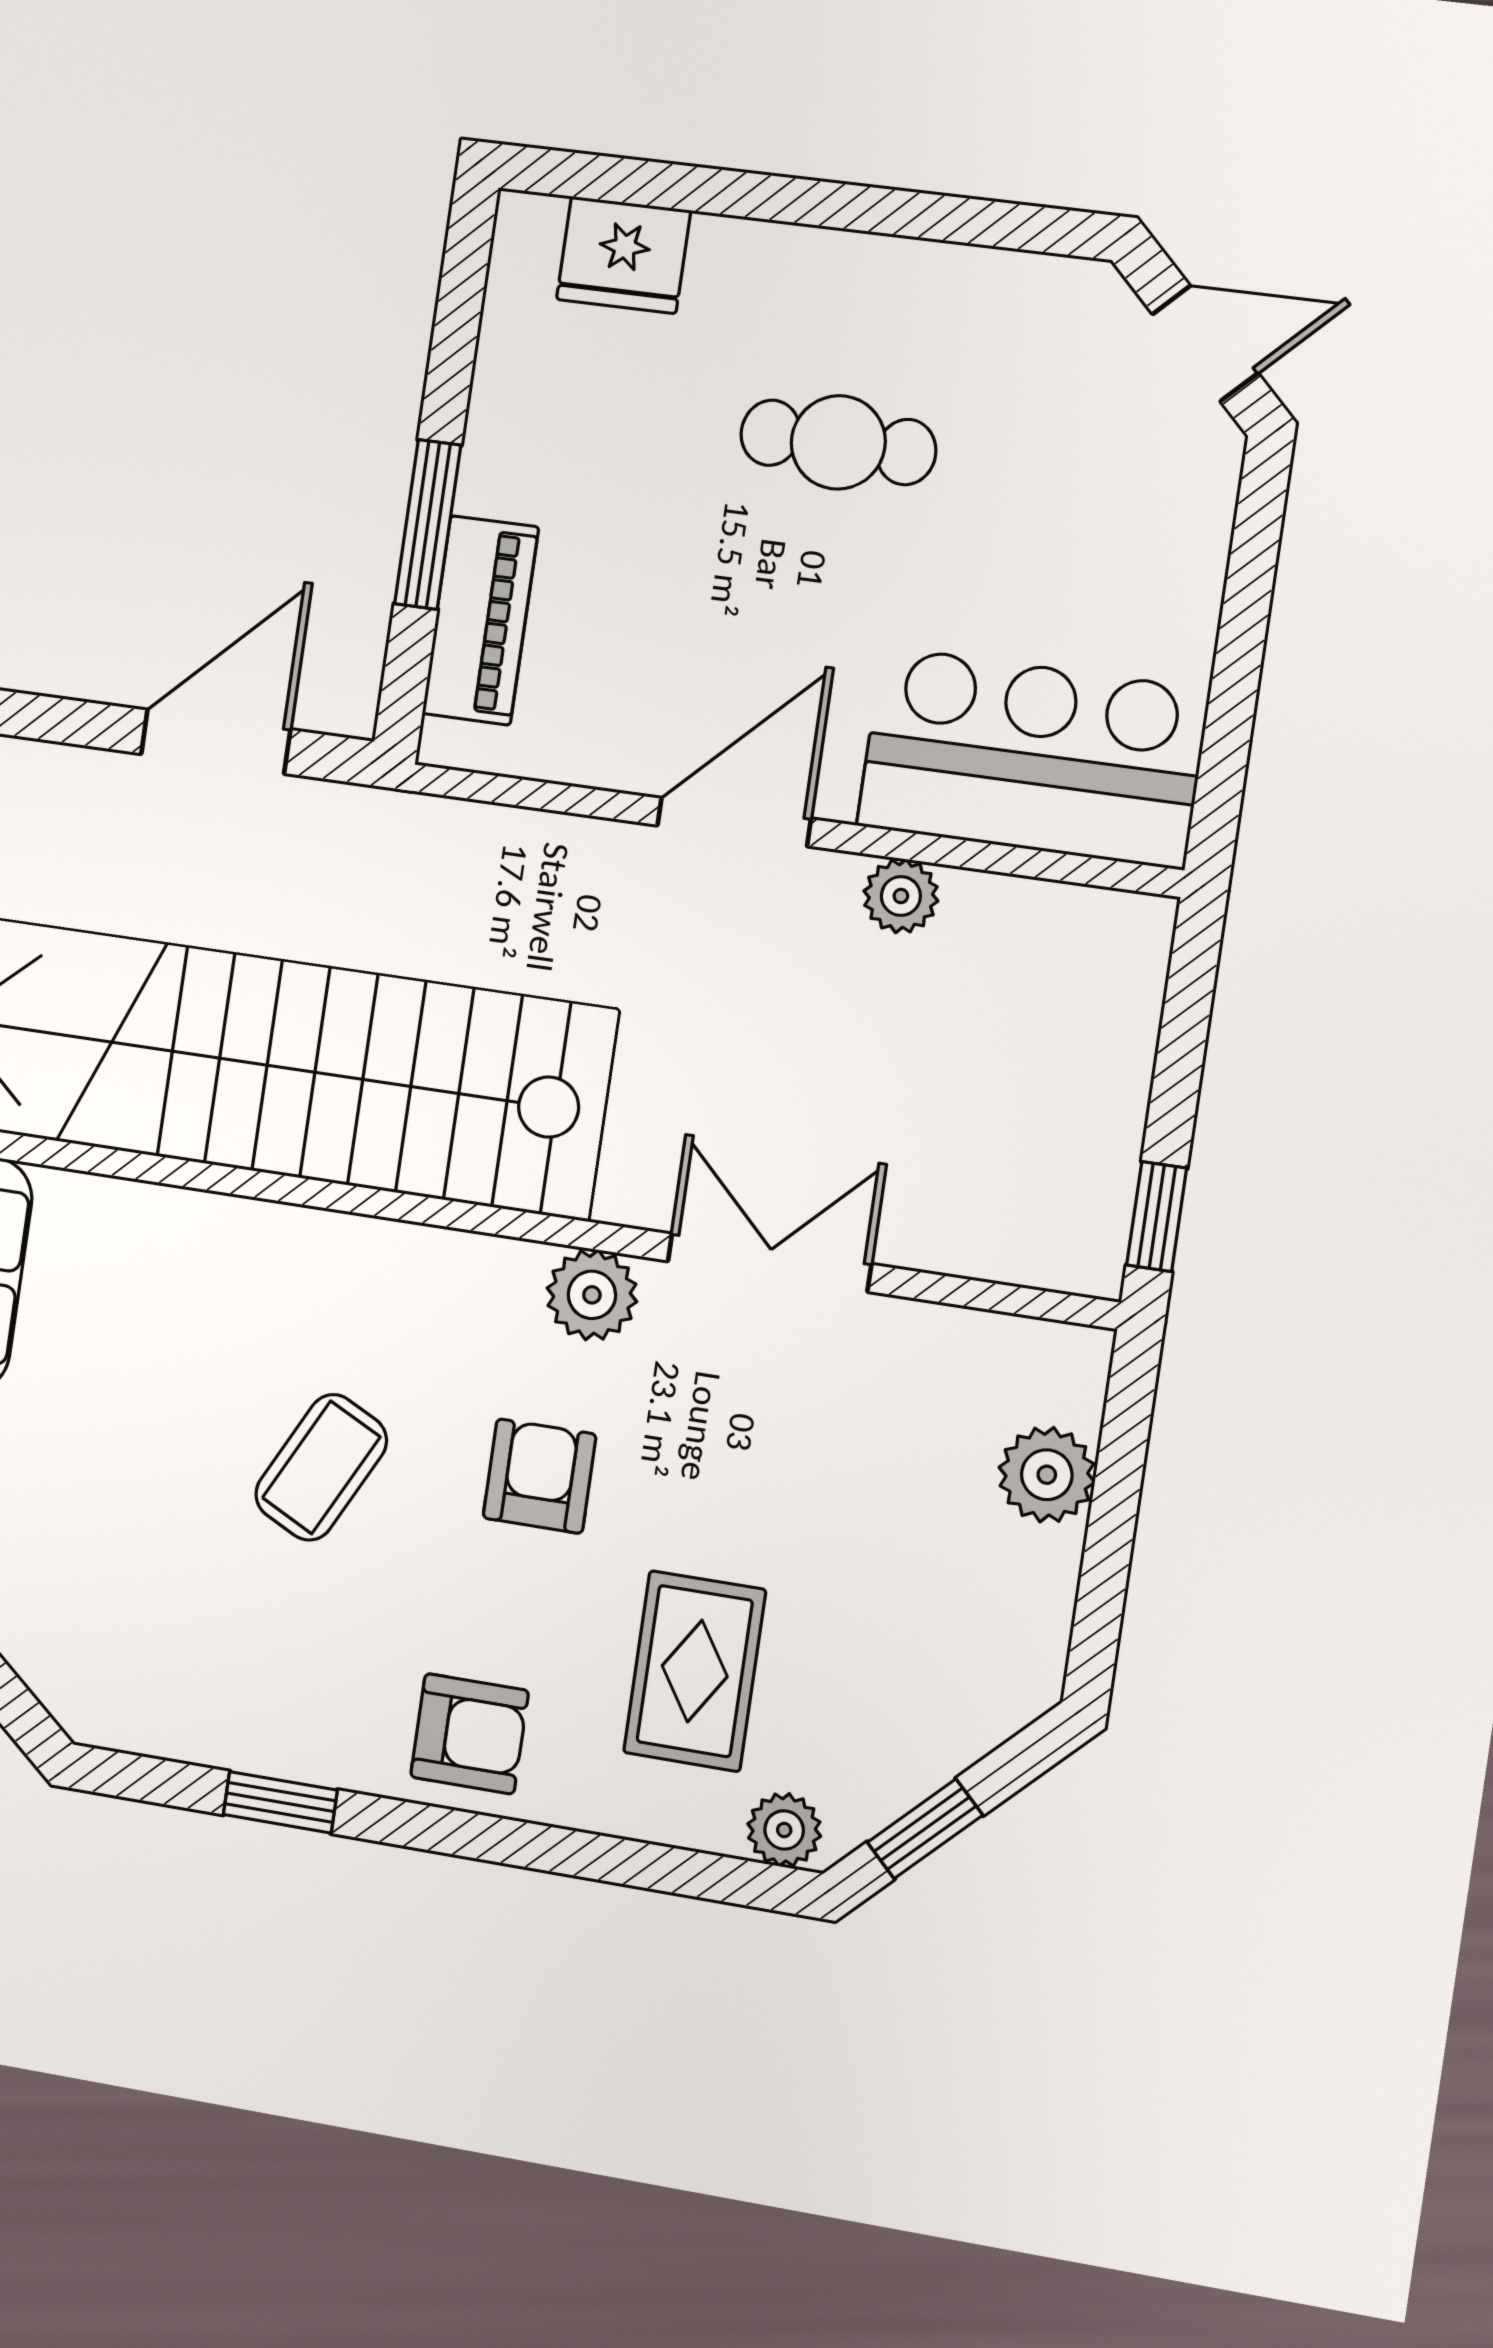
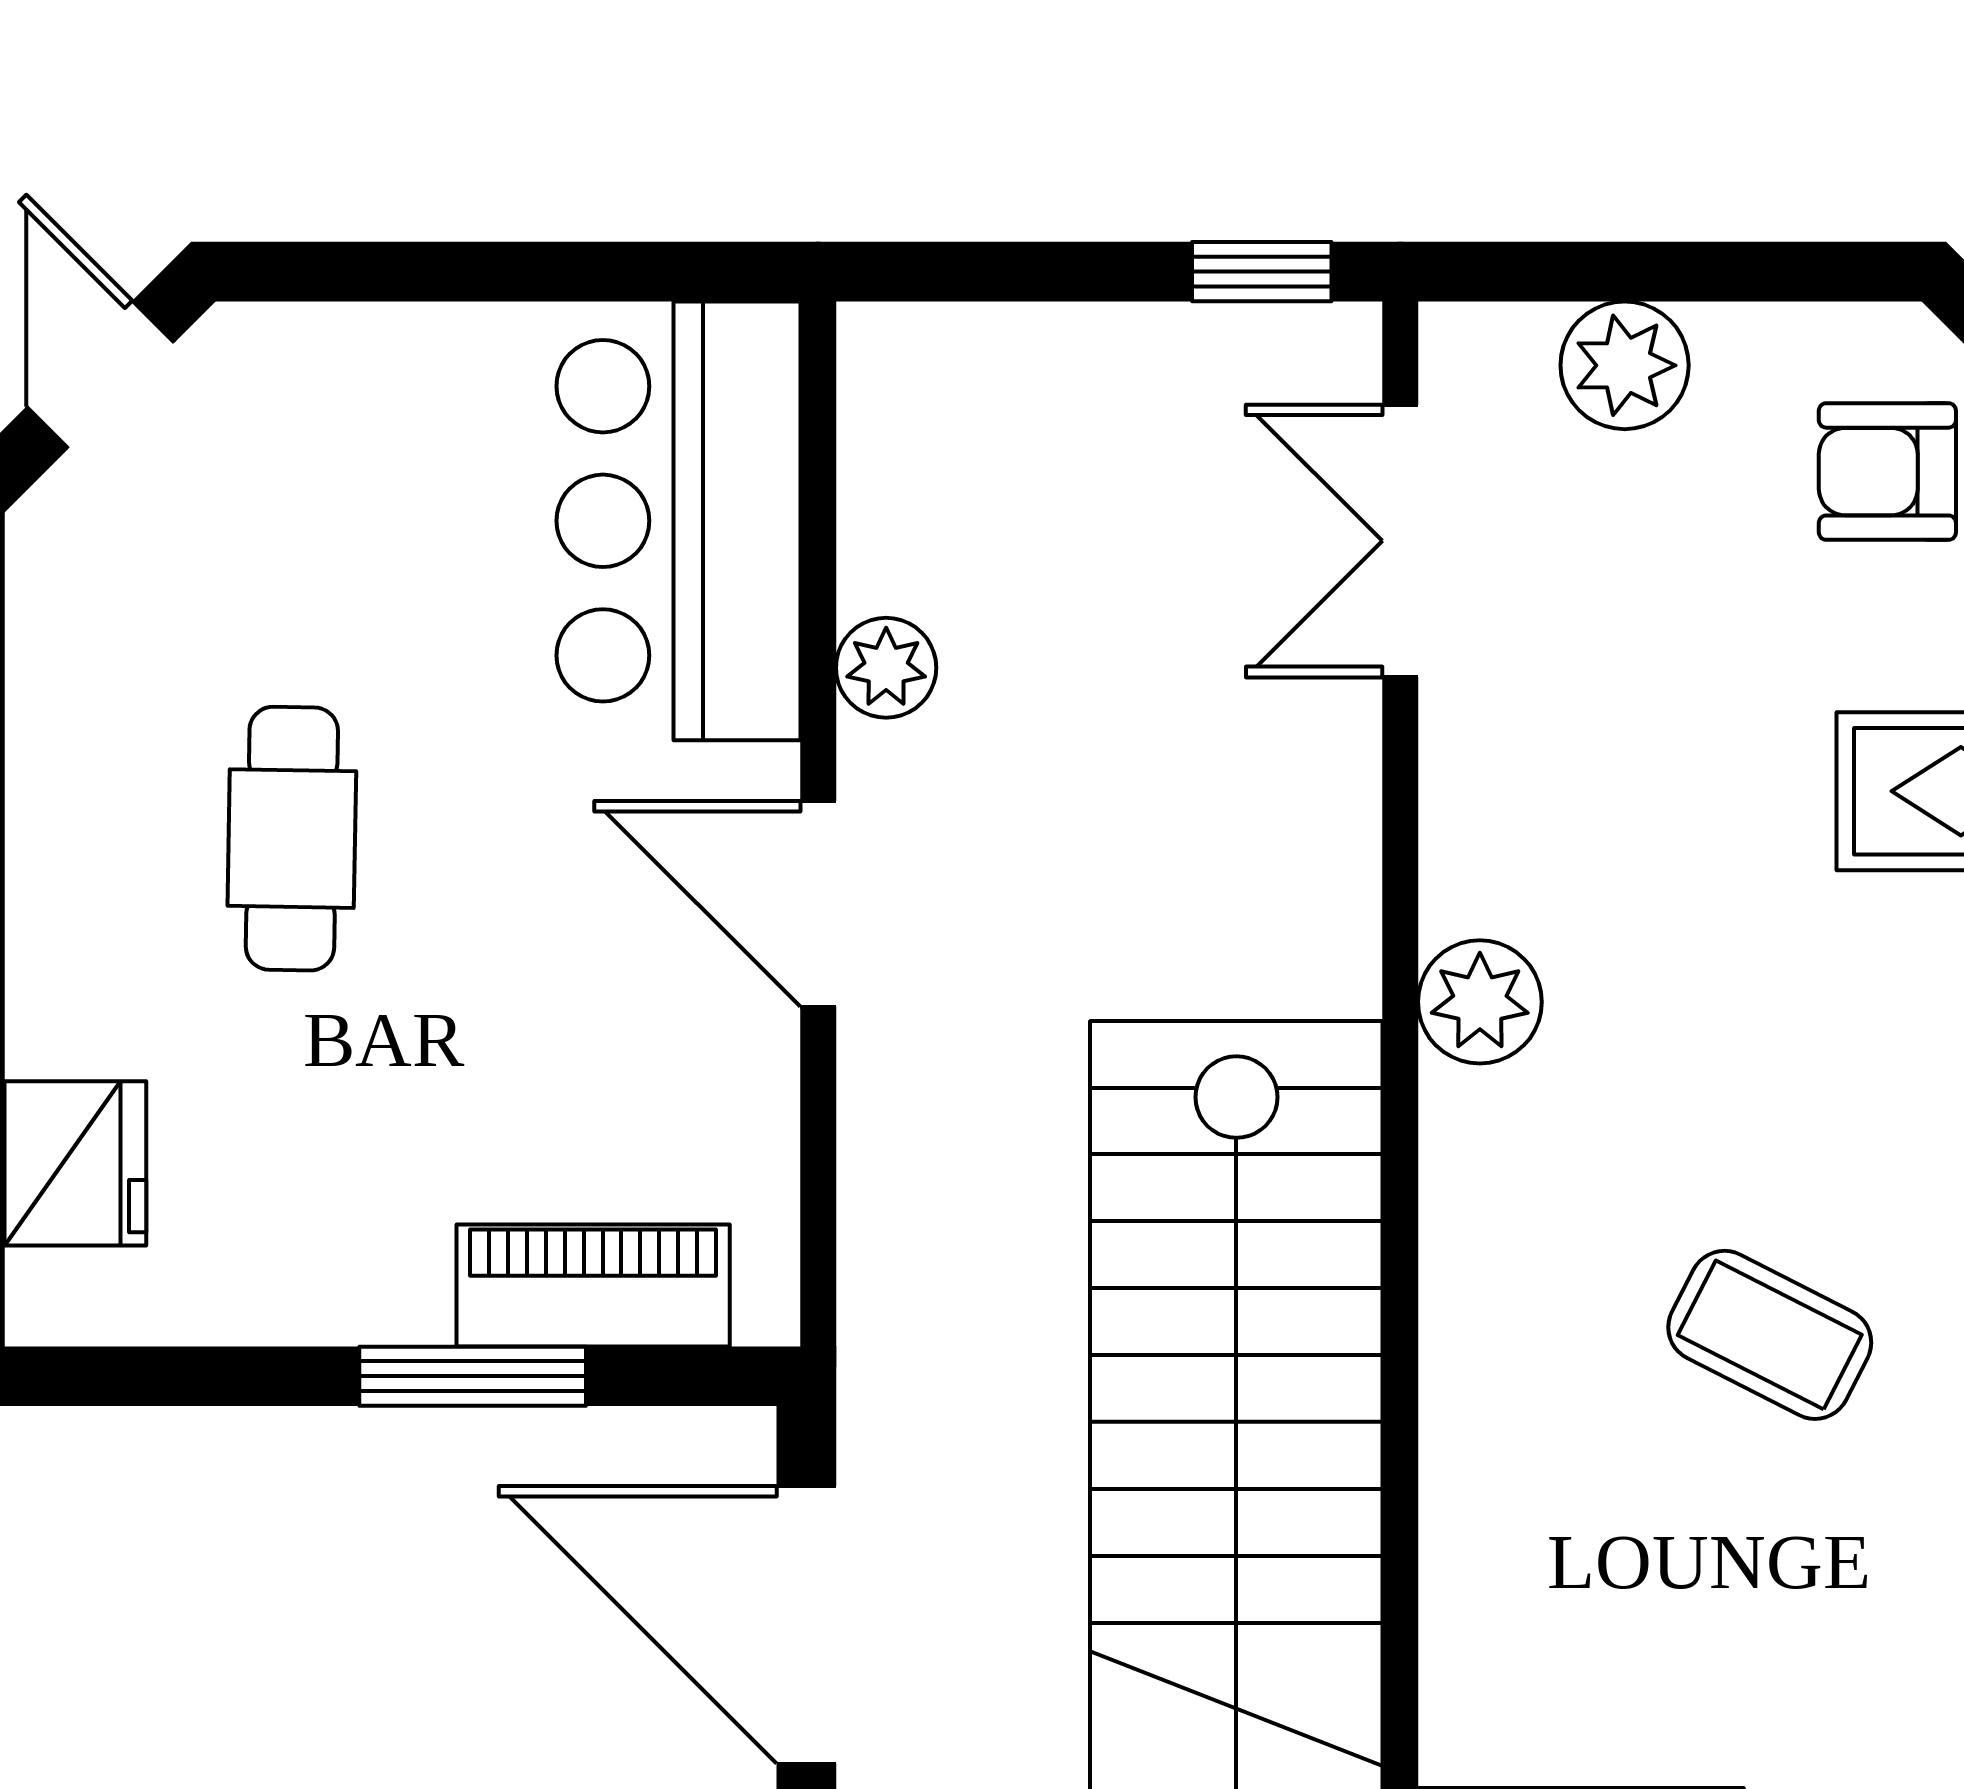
door: (216, 742) -> (806, 1625), width x1.36
double door: (769, 1263) -> (1400, 541), moved
armchair: (540, 1476) -> (1887, 472), moved

